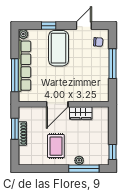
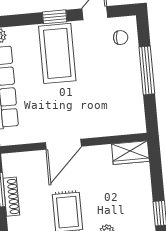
window: (49, 26) -> (55, 17), moved
wardrobe: (81, 113) -> (130, 153), moved

